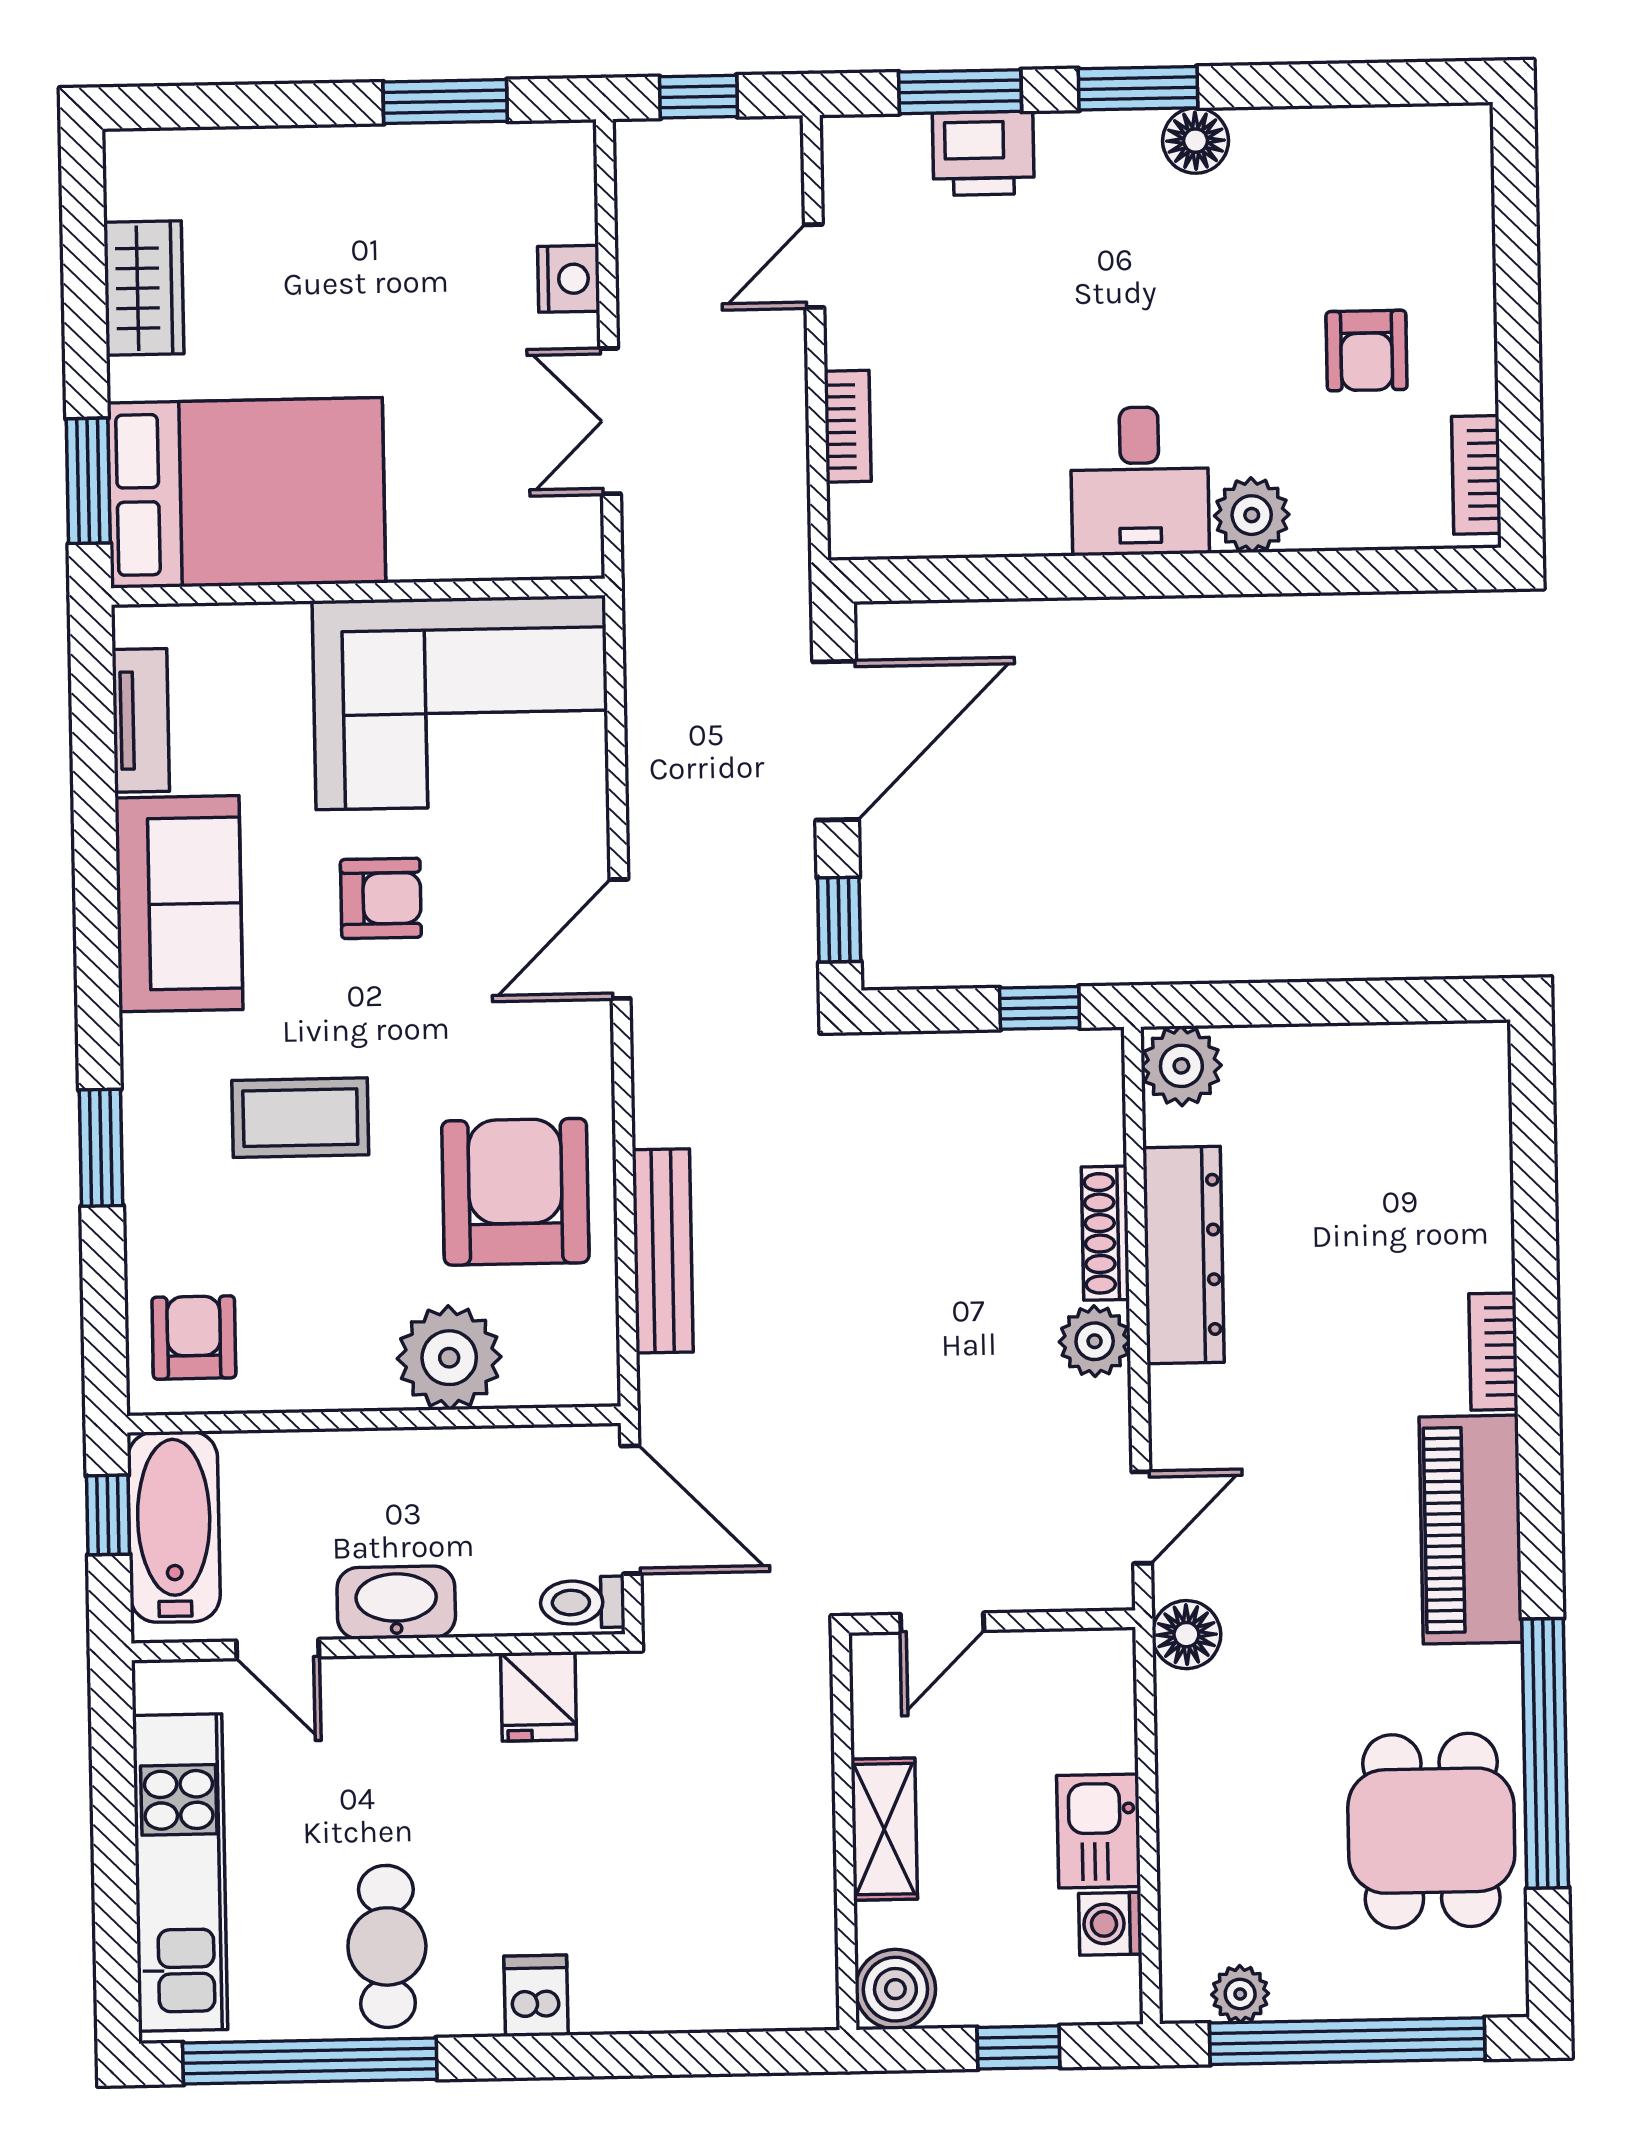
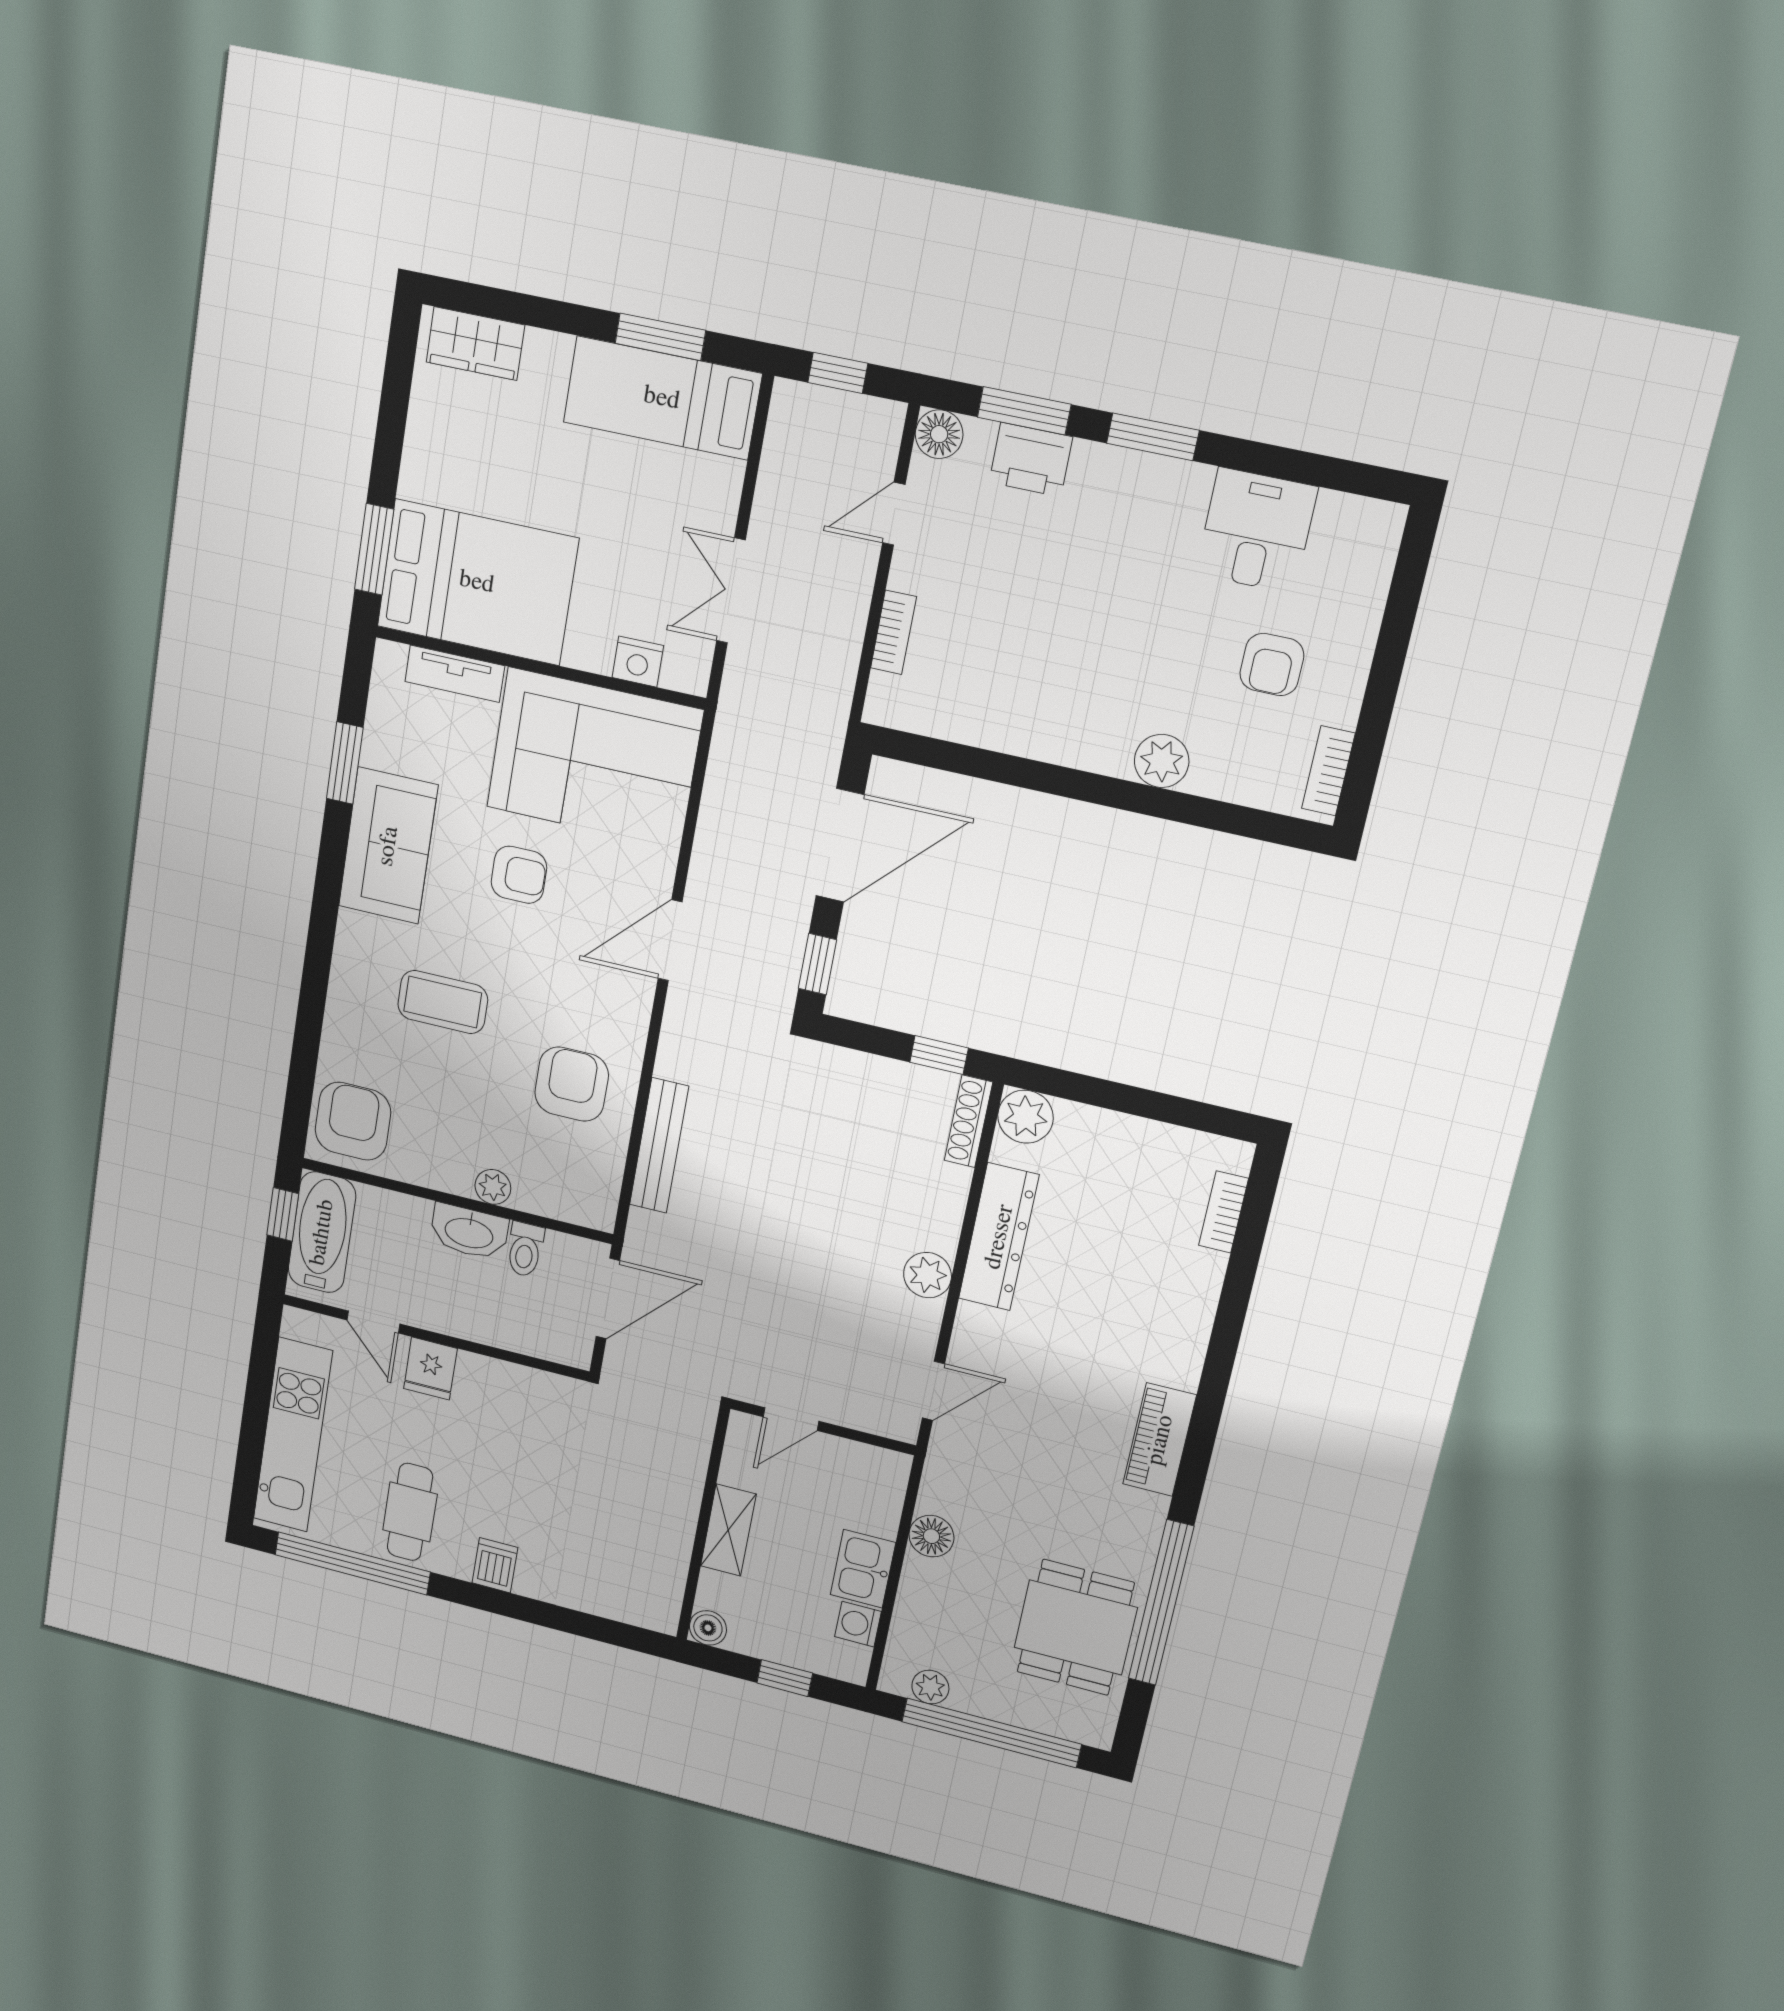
floor lamp: (1196, 141) -> (939, 434), moved
bed: (463, 182) -> (662, 398), added
nightstand: (569, 279) -> (638, 662), moved, turned 90
wardrobe: (144, 288) -> (475, 344), moved, turned 90
desk: (1140, 481) -> (1256, 531), moved, turned 180
tv unit: (141, 720) -> (455, 674), moved, turned 90
window: (101, 1148) -> (345, 763), moved
armchair: (515, 1192) -> (572, 1084), width x0.73, depth x0.73
shoe rack: (1105, 1233) -> (968, 1121), moved
armchair: (194, 1337) -> (353, 1121), width x1.38, depth x1.38
bookcase: (1493, 1352) -> (1224, 1212), moved
plant: (449, 1358) -> (493, 1187), width x0.53, depth x0.53
door: (631, 1510) -> (608, 1298), hinge flipped
piano: (1471, 1530) -> (1160, 1440), width x0.73, depth x0.75
washbasin: (396, 1602) -> (469, 1232), moved, turned 180
toilet: (583, 1602) -> (525, 1249), moved, turned -90
floor lamp: (1186, 1635) -> (931, 1536), moved
fridge: (539, 1696) -> (430, 1369), moved
boiler: (895, 1989) -> (708, 1628), width x0.73, depth x0.73

